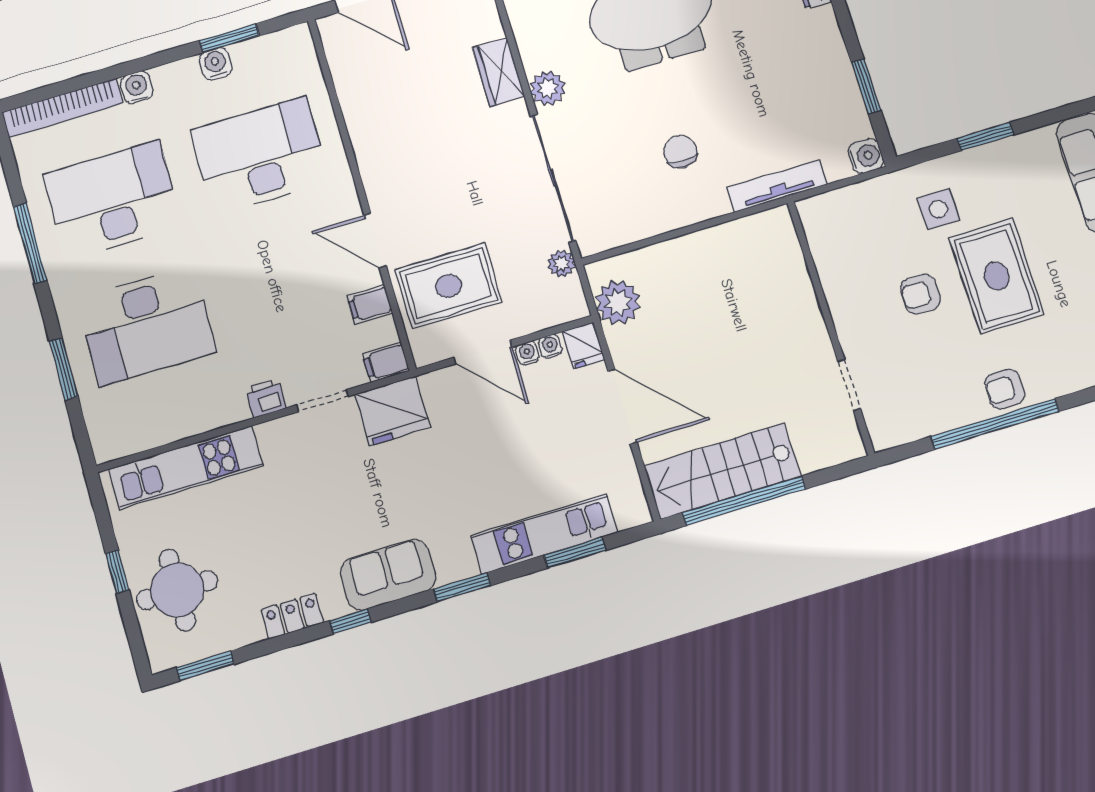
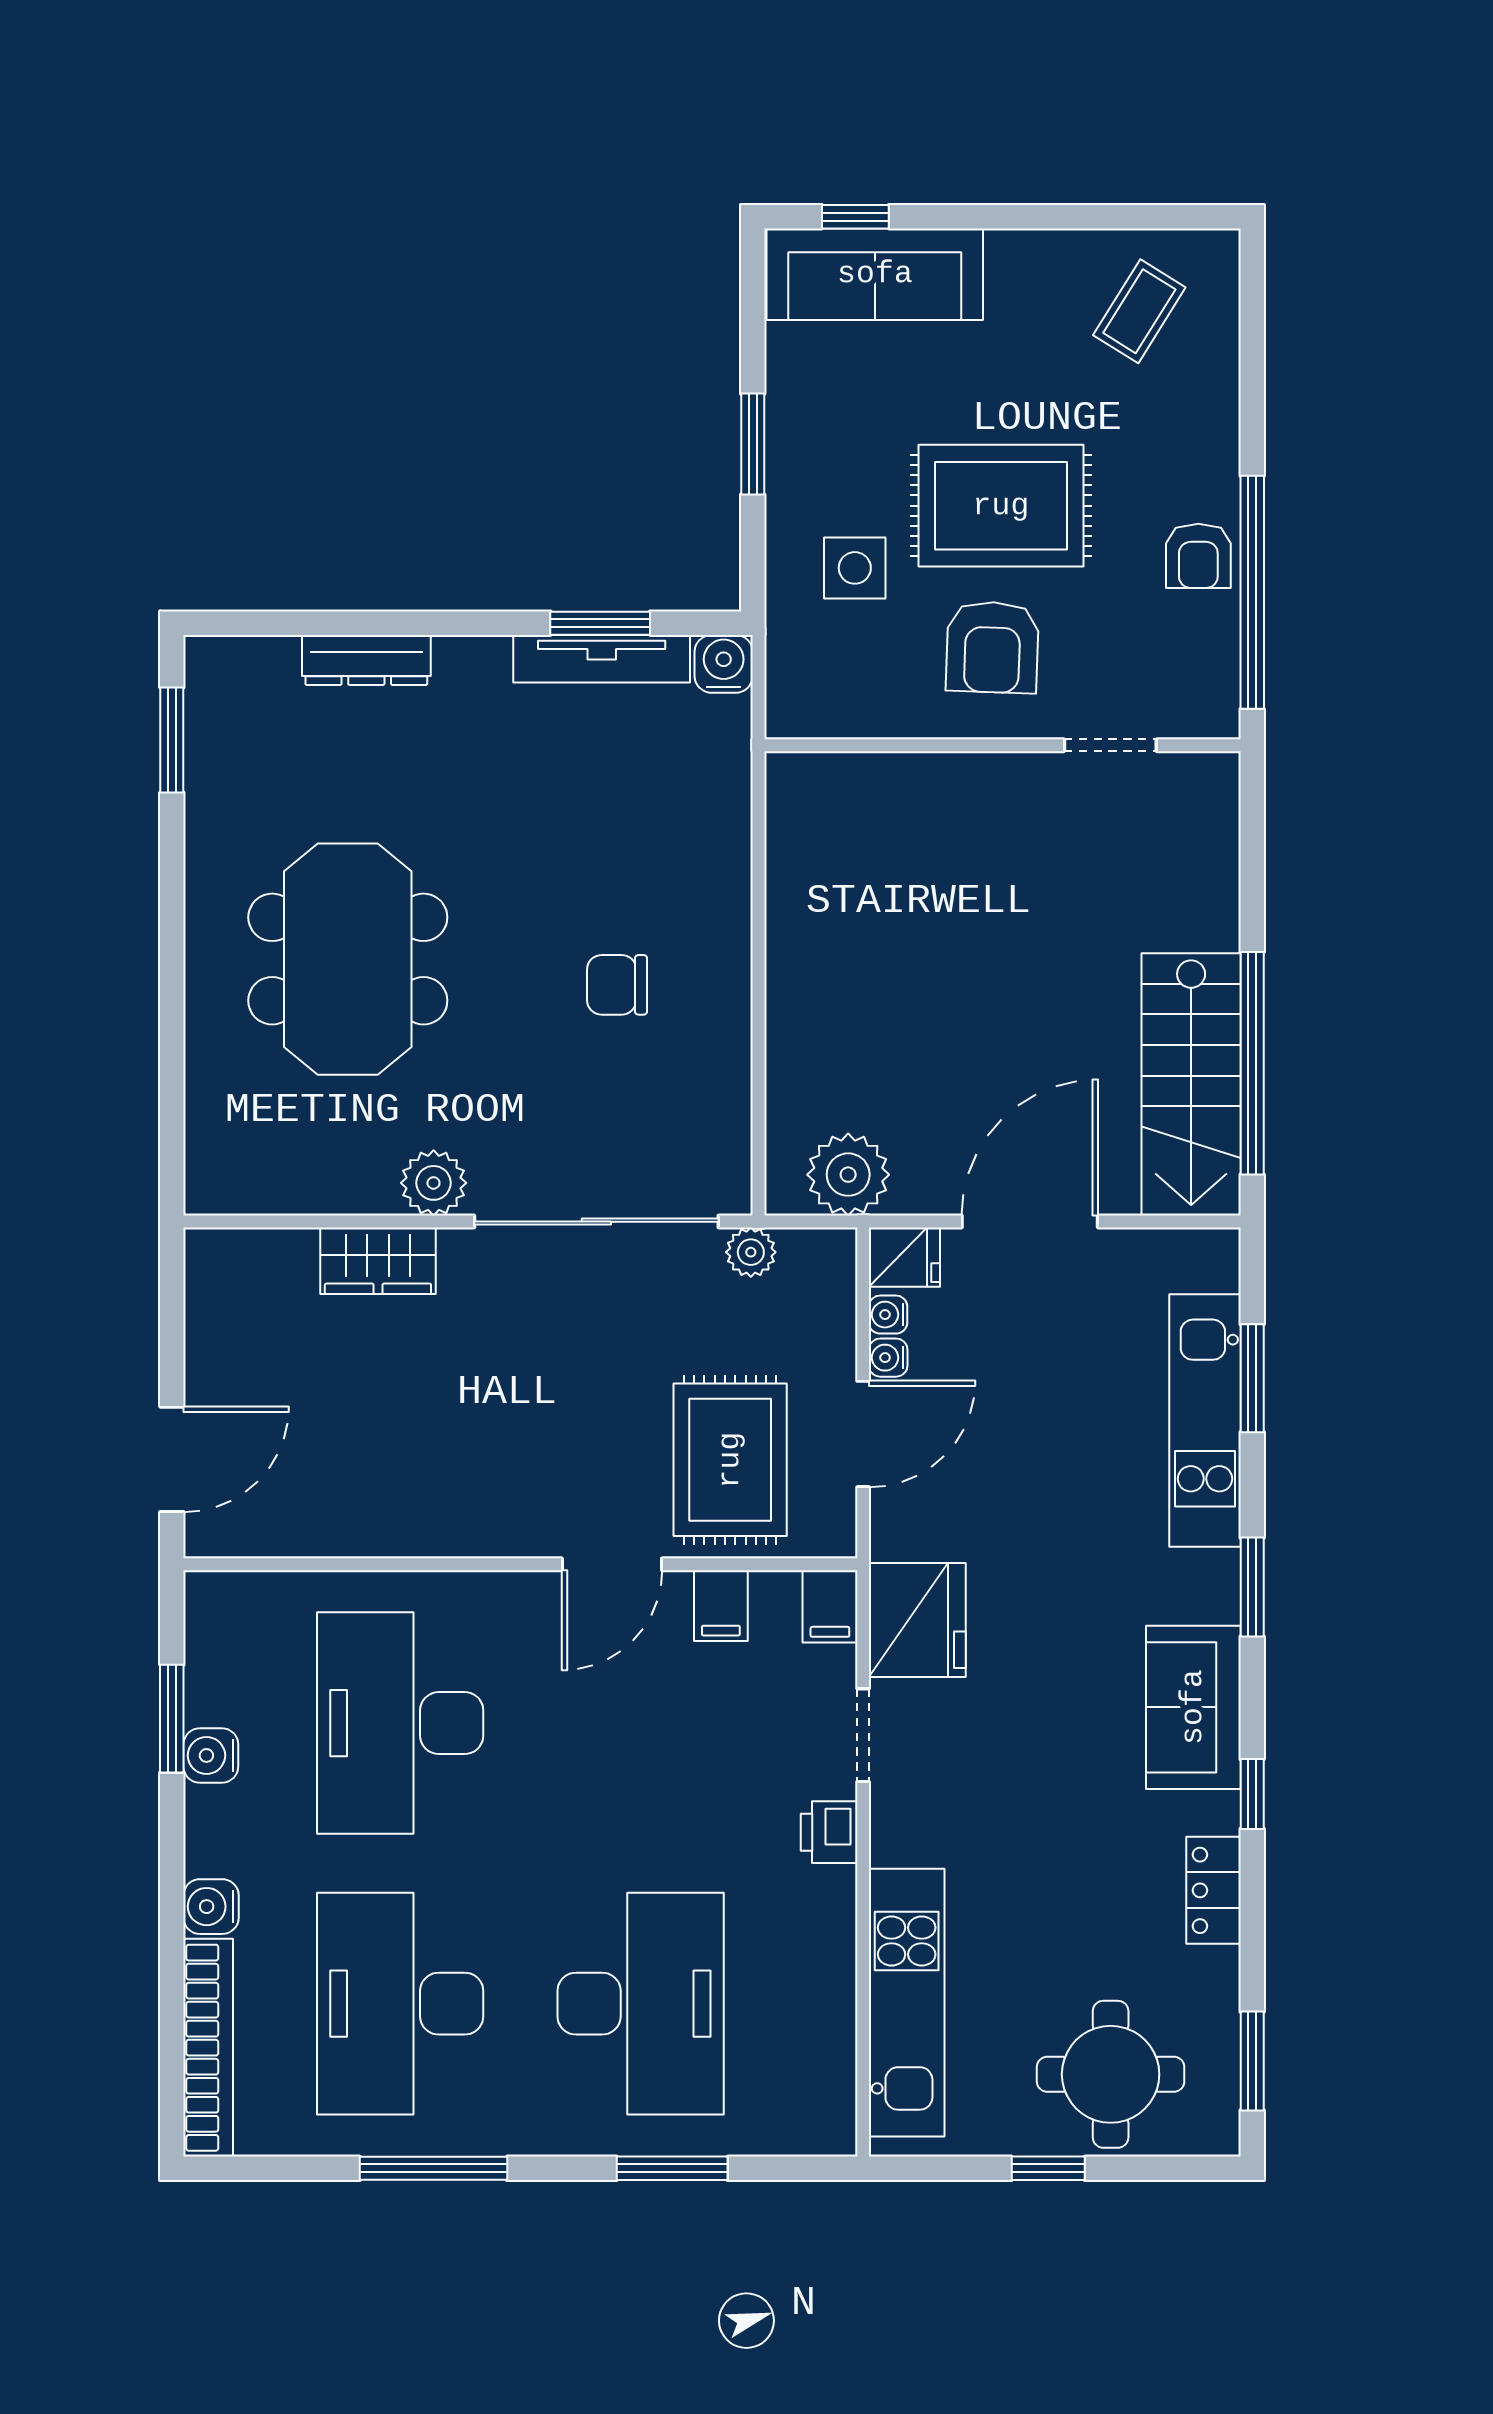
tv unit: (777, 186) -> (602, 659), moved, turned -90
armchair: (920, 294) -> (992, 647), width x1.38, depth x1.38
wall: (831, 327) -> (1002, 745), moved
doorway: (849, 385) -> (1110, 745), moved

